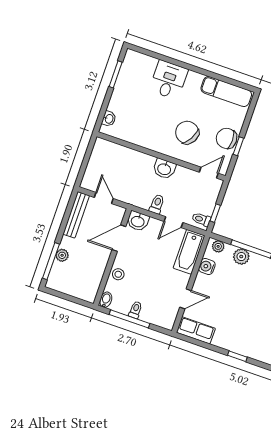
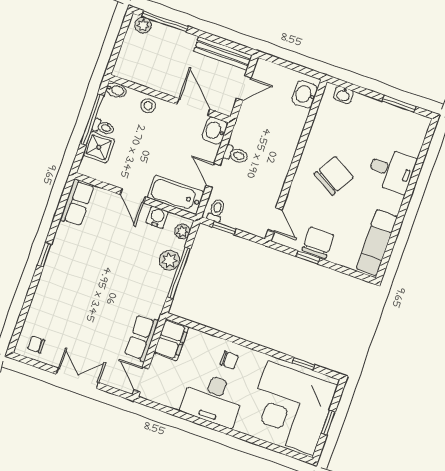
chair: (187, 132) -> (334, 176), moved
washbasin: (164, 169) -> (305, 94), moved
plant: (62, 255) -> (143, 25), moved
door: (186, 299) -> (133, 196), moved
shower: (151, 313) -> (99, 147), added

